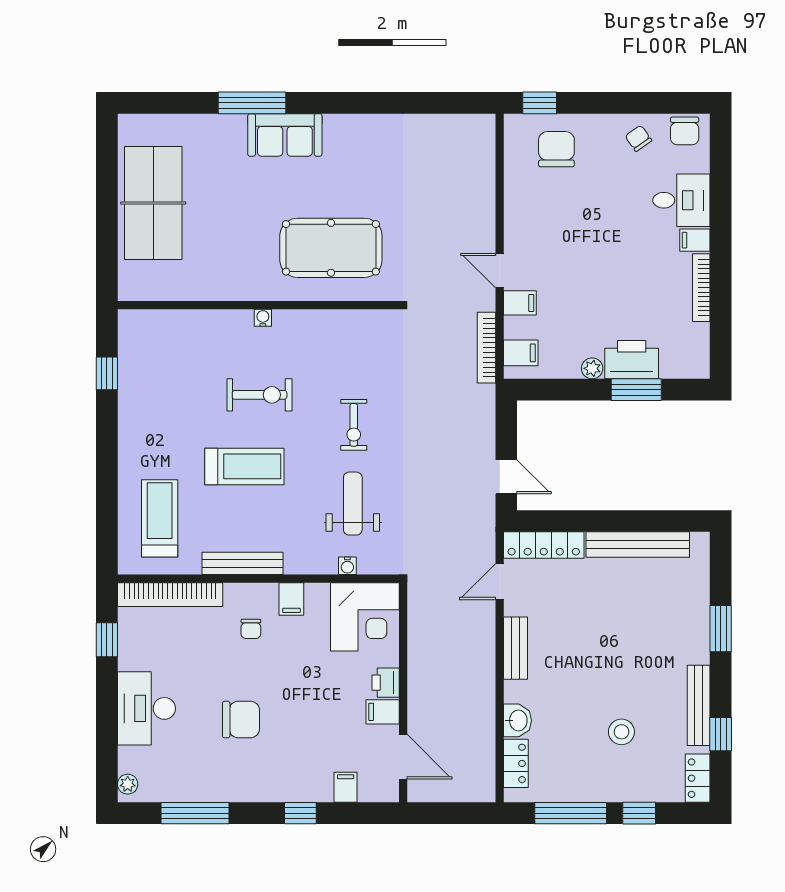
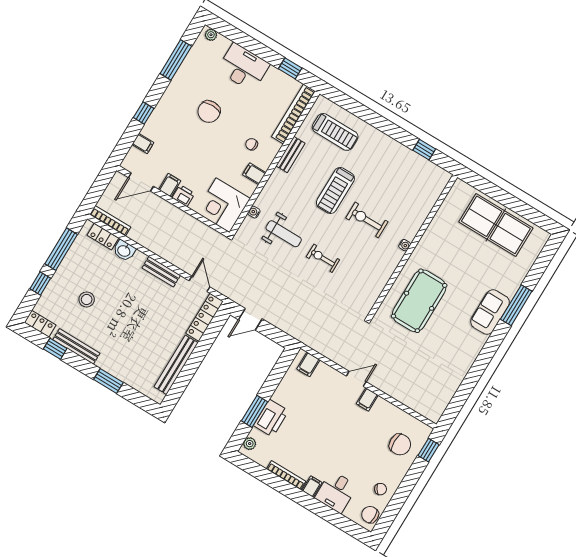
filing cabinet: (520, 303) -> (367, 399), moved
bookcase: (486, 348) -> (110, 221), moved
plant: (592, 368) -> (250, 444), moved
exercise bike: (260, 395) -> (367, 220), turned 90
bench: (242, 563) -> (290, 155), width x0.73

